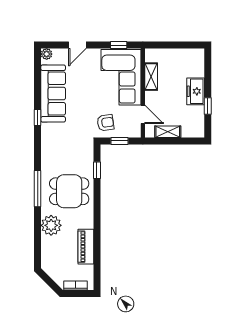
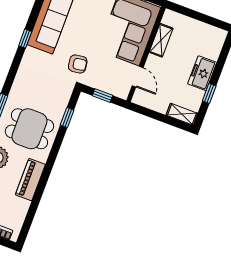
armchair: (105, 123) -> (78, 64), moved
shelving: (168, 132) -> (182, 114), moved
piano: (86, 247) -> (30, 180), moved

